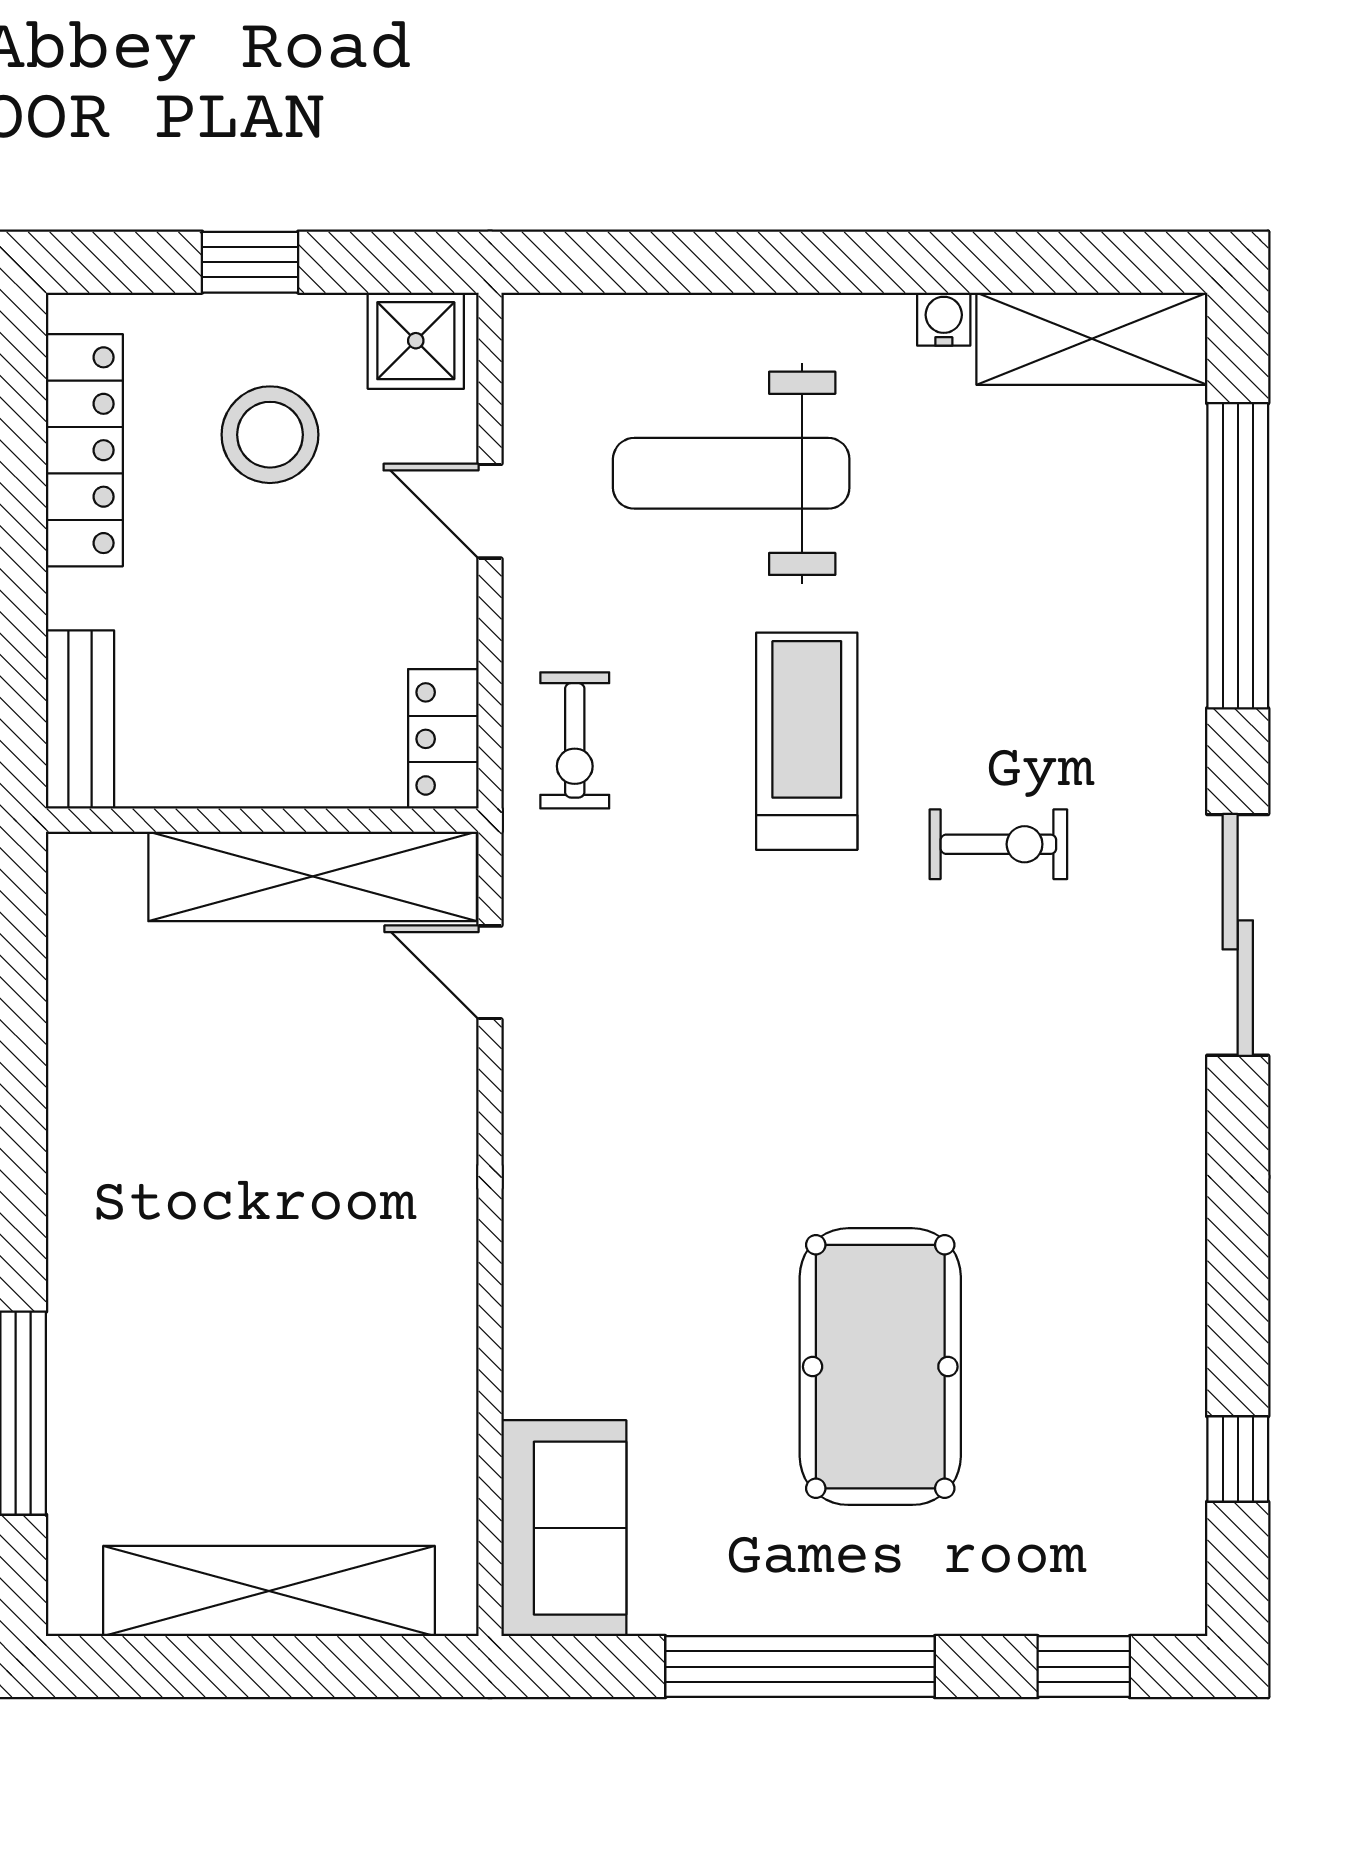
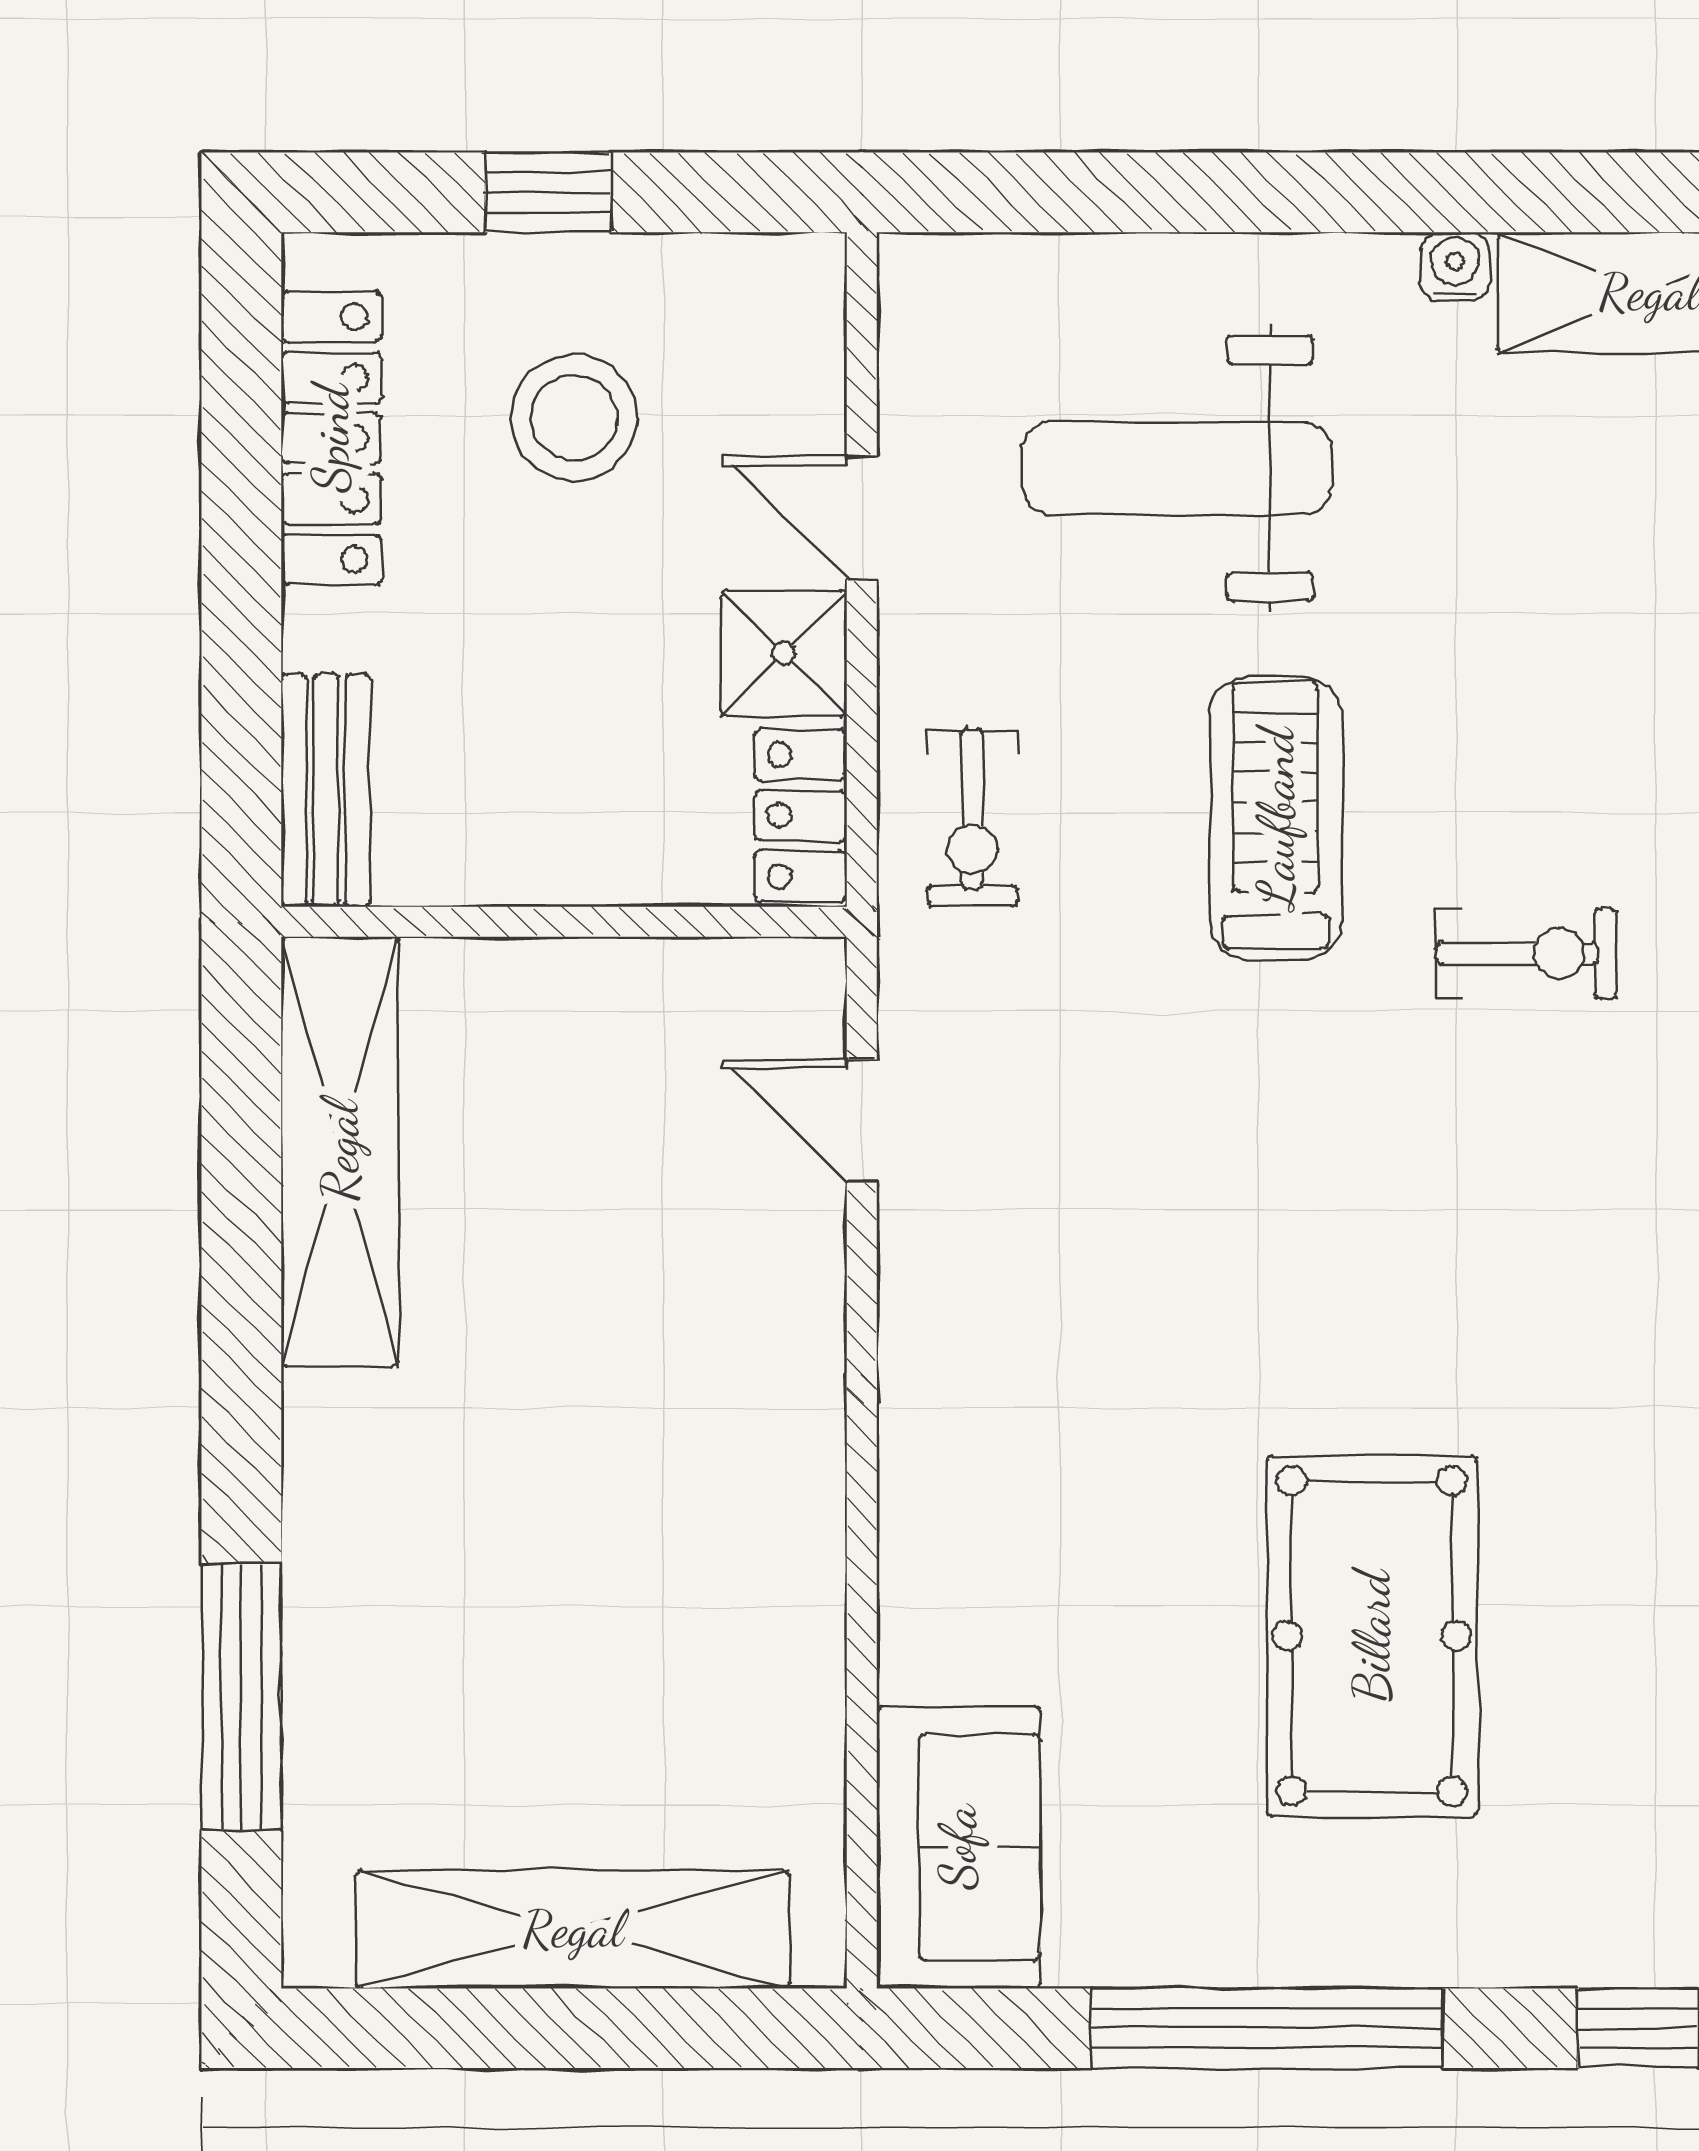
shower: (416, 341) -> (784, 653), moved
shelving: (313, 876) -> (340, 1151), moved, turned 90

